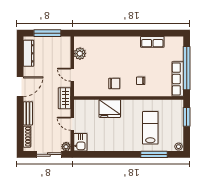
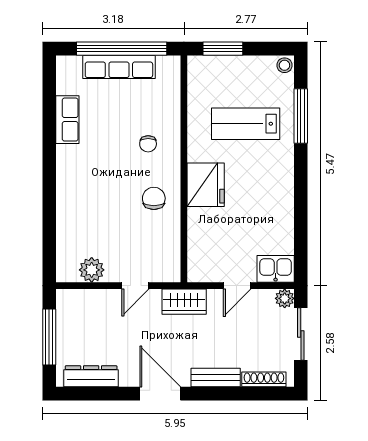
row of seats: (178, 79) -> (119, 67), moved
fridge: (110, 109) -> (206, 185), moved

